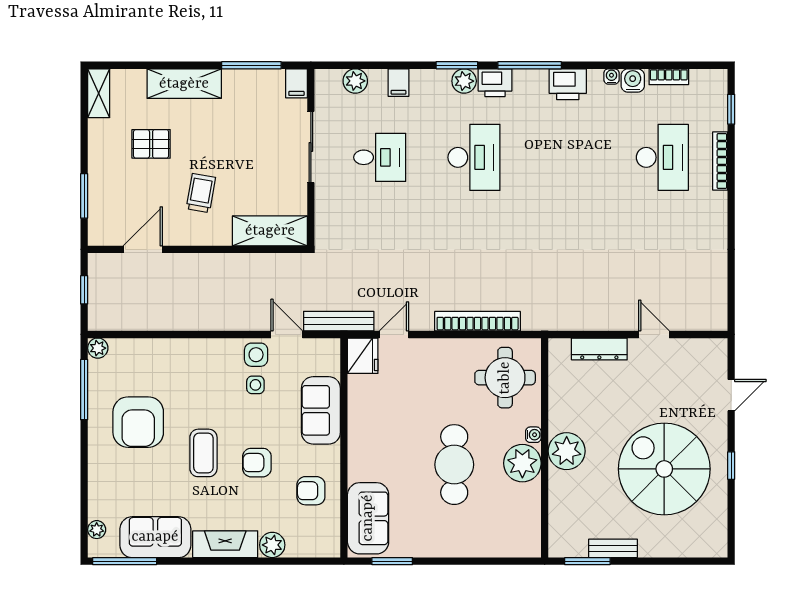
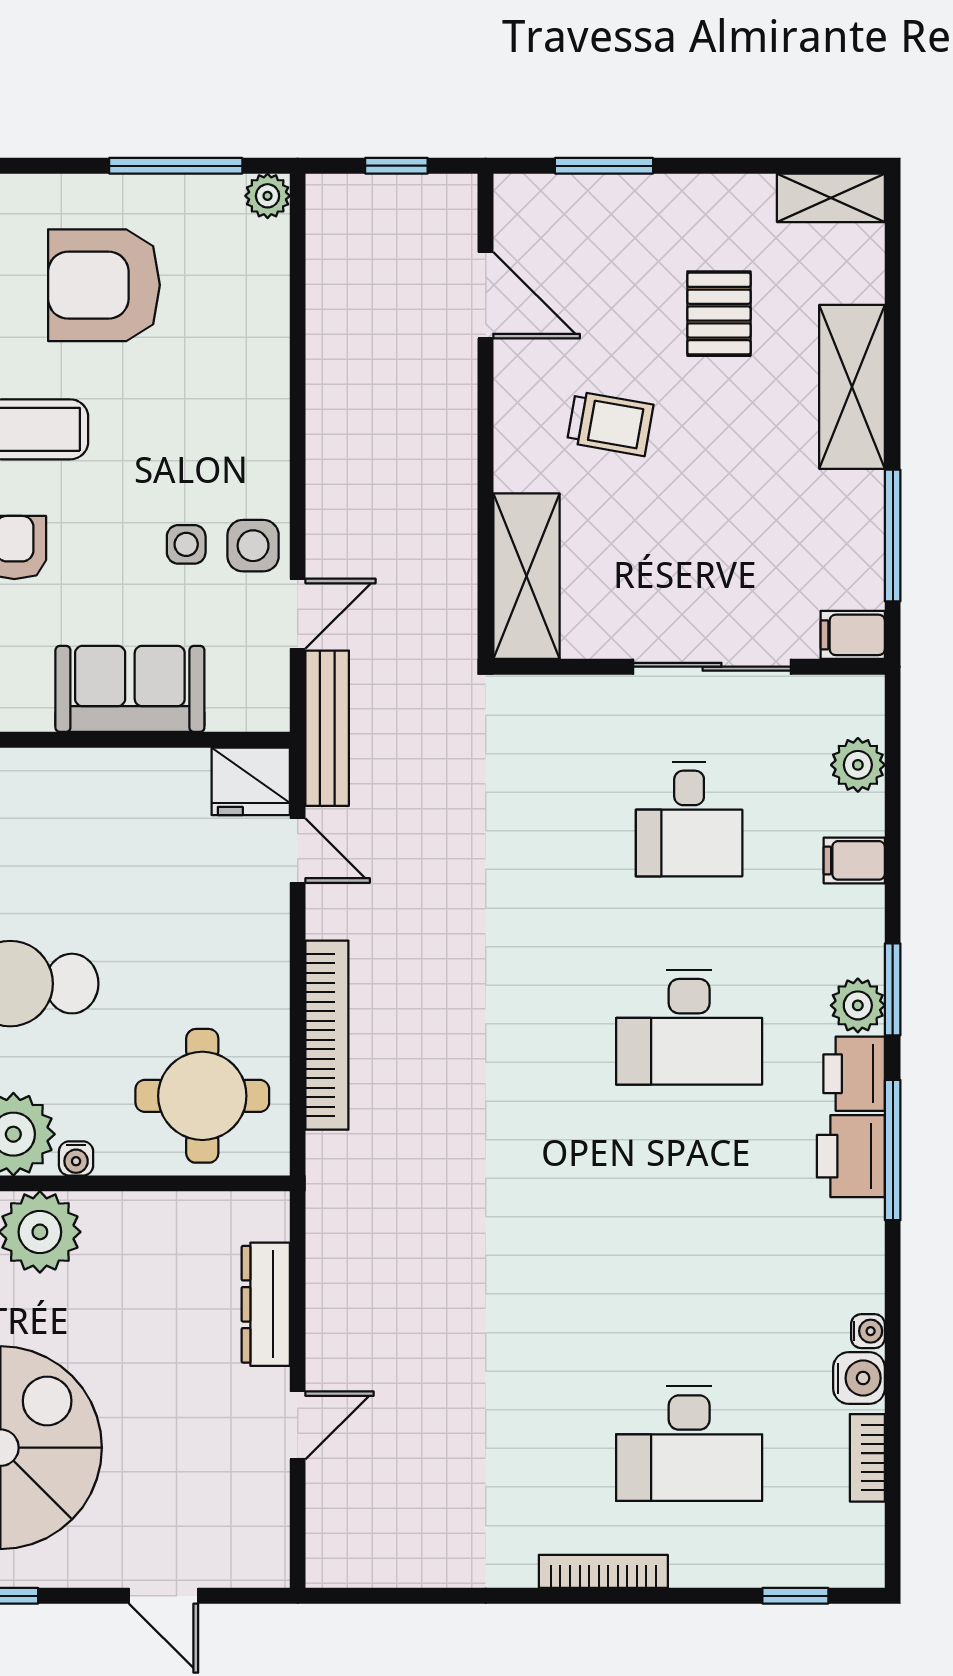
printer: (568, 84) -> (851, 1156), moved
bookcase: (720, 161) -> (603, 1571), moved

